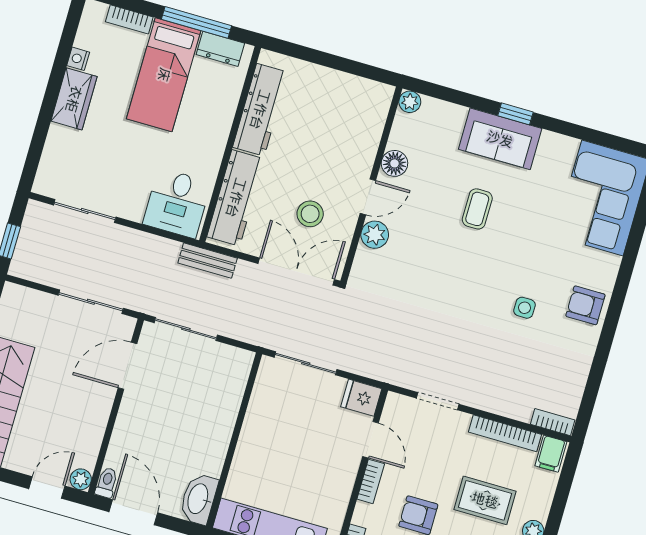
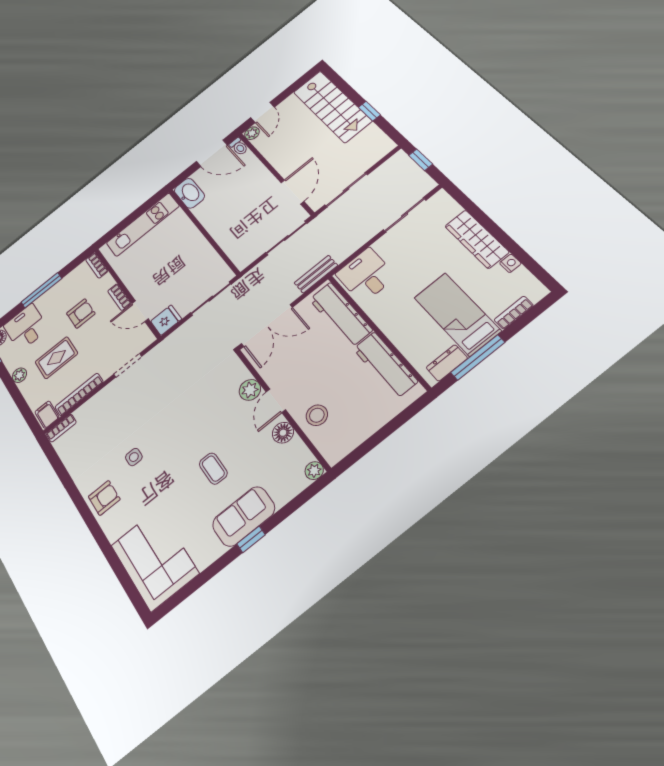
wardrobe: (74, 99) -> (477, 239), width x1.50
stool: (310, 214) -> (317, 415), moved

